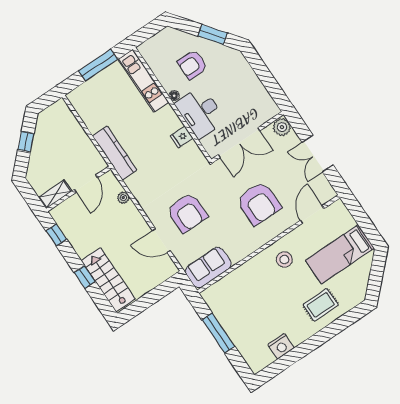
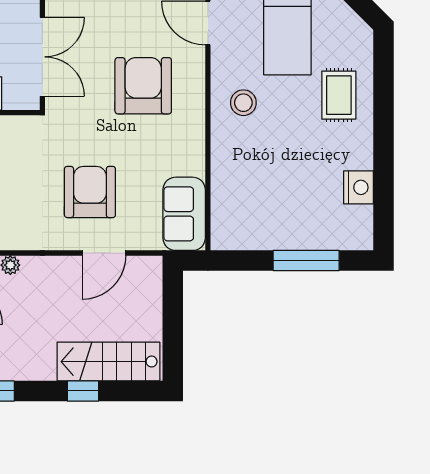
armchair: (259, 203) -> (143, 86), turned -90
armchair: (187, 213) -> (90, 192), turned -90
window: (218, 333) -> (306, 261), moved

